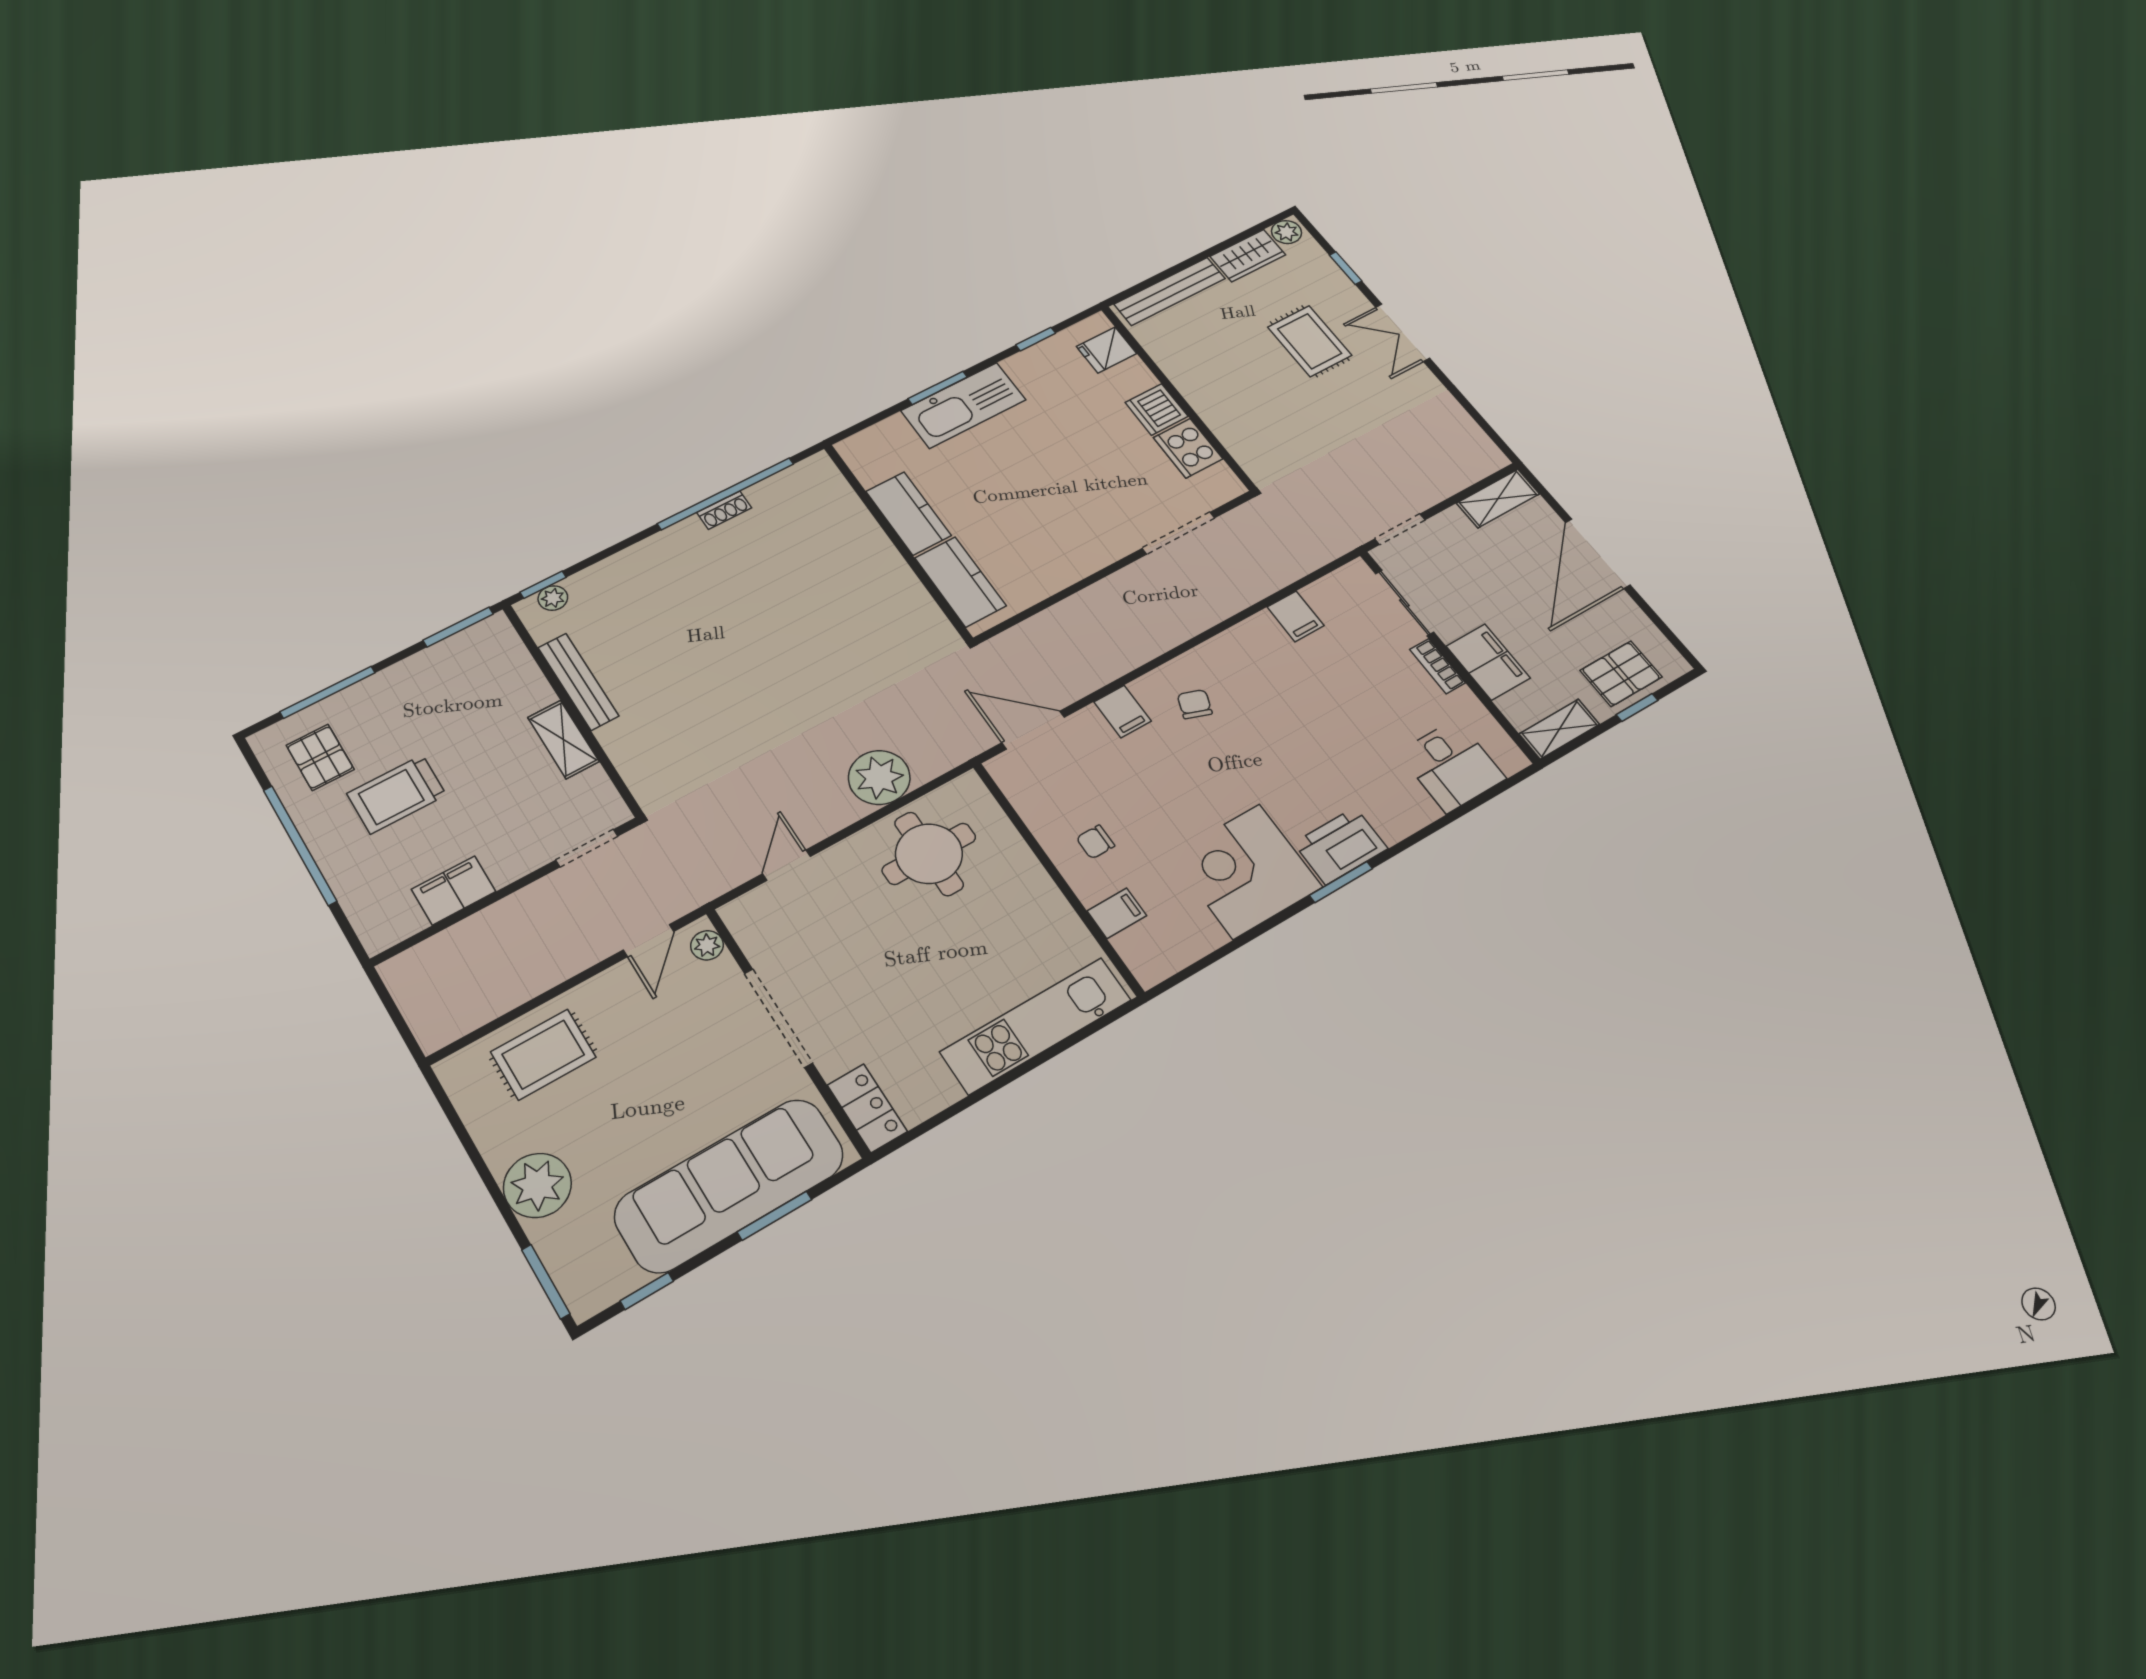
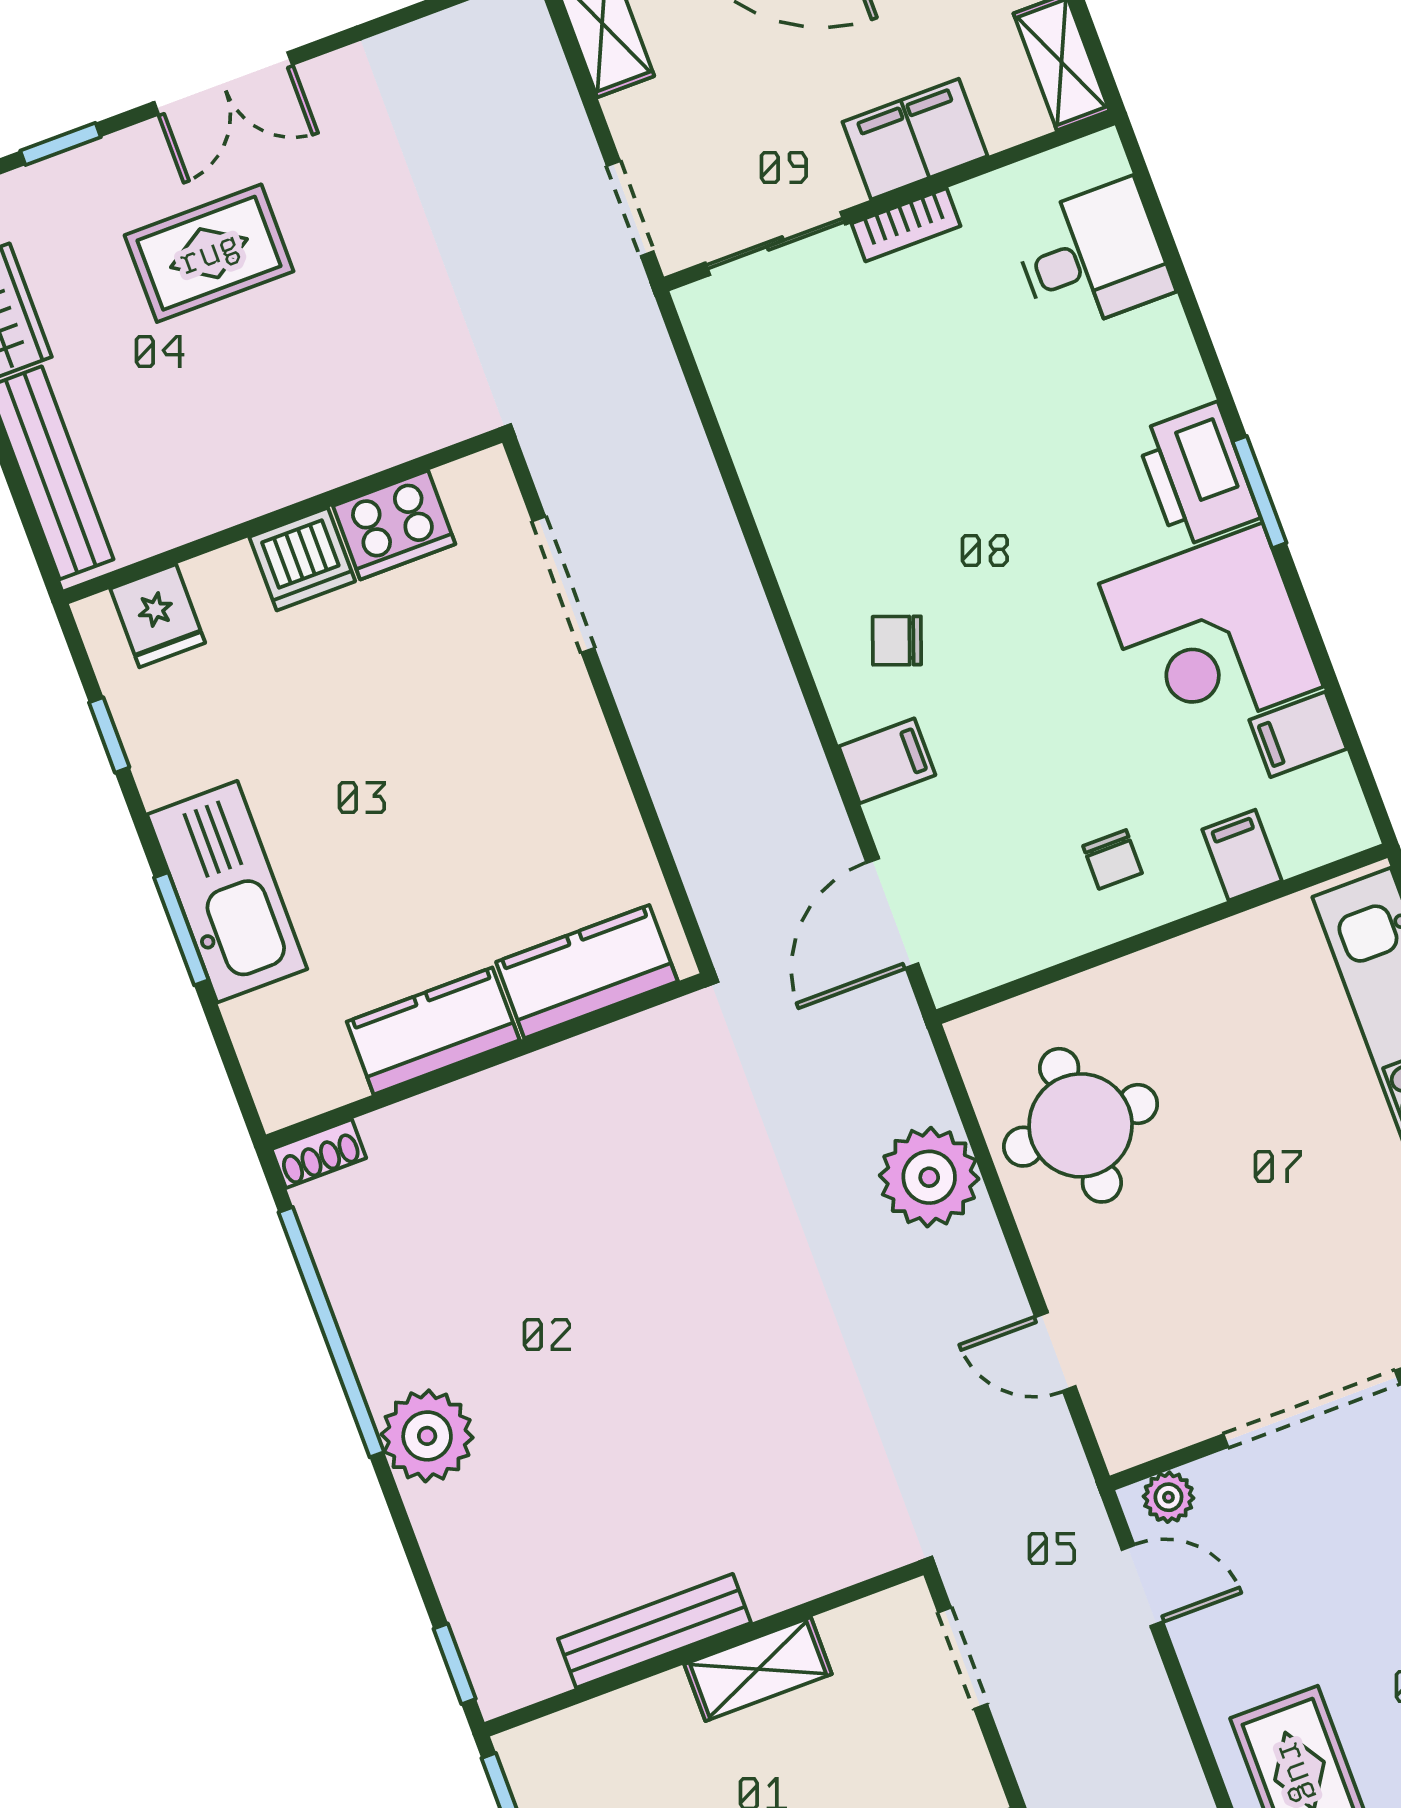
shoe rack: (724, 510) -> (319, 1154), moved, turned 90
plant: (553, 598) -> (427, 1436), moved, width x1.88, depth x1.88
filing cabinet: (1296, 616) -> (1298, 734), moved, turned 180

